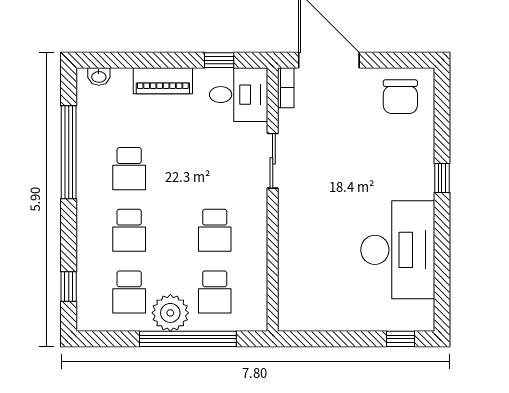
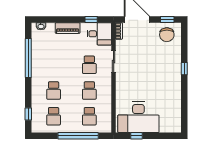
window: (401, 60) -> (167, 19), added
school desk: (129, 169) -> (89, 65), moved
desk: (398, 250) -> (138, 117), moved, turned 90
plant: (170, 313) -> (71, 125), removed
window: (401, 339) -> (137, 136), moved

